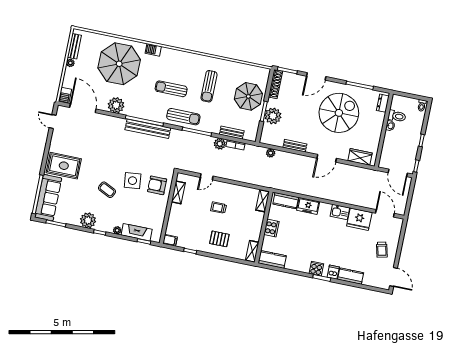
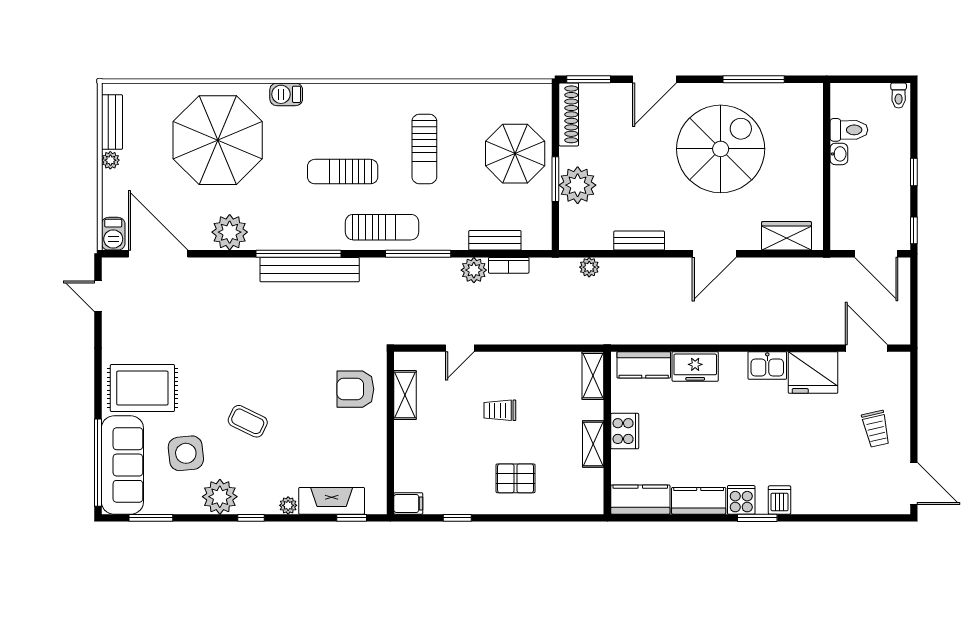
dresser: (383, 103) -> (812, 108), removed
side table: (133, 181) -> (186, 453), moved
shelving: (252, 251) -> (593, 444), moved
kitchen counter: (351, 276) -> (699, 501), moved

